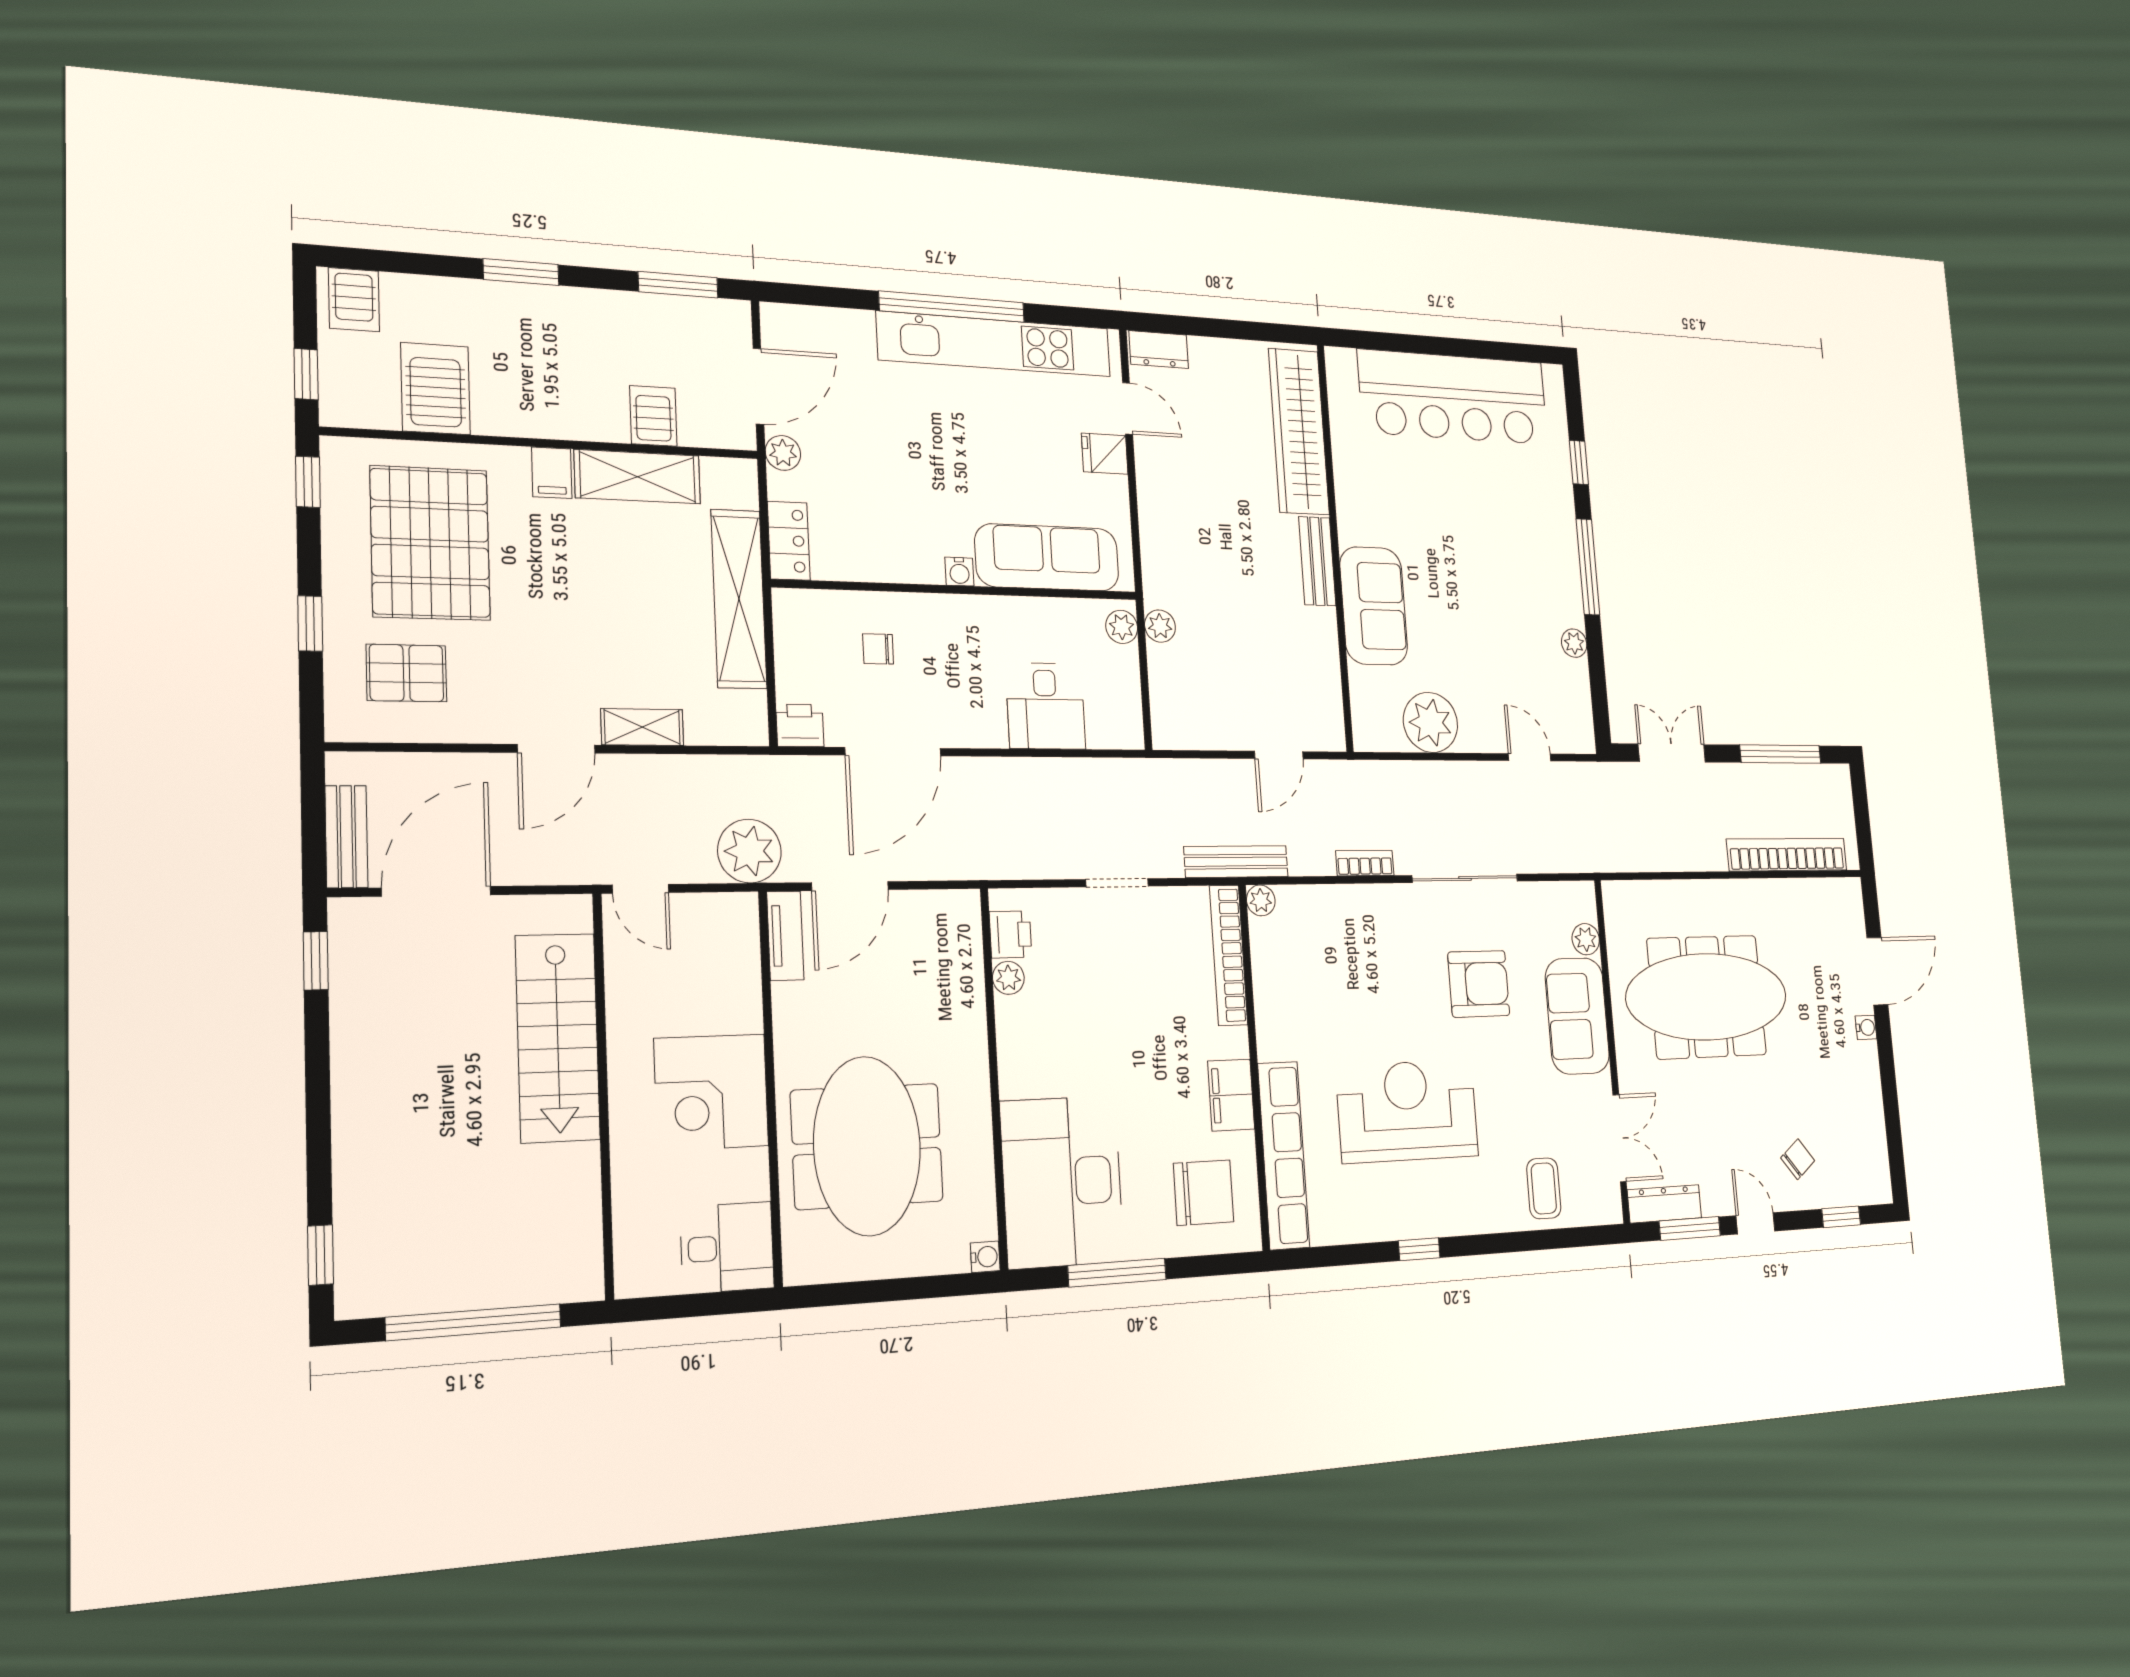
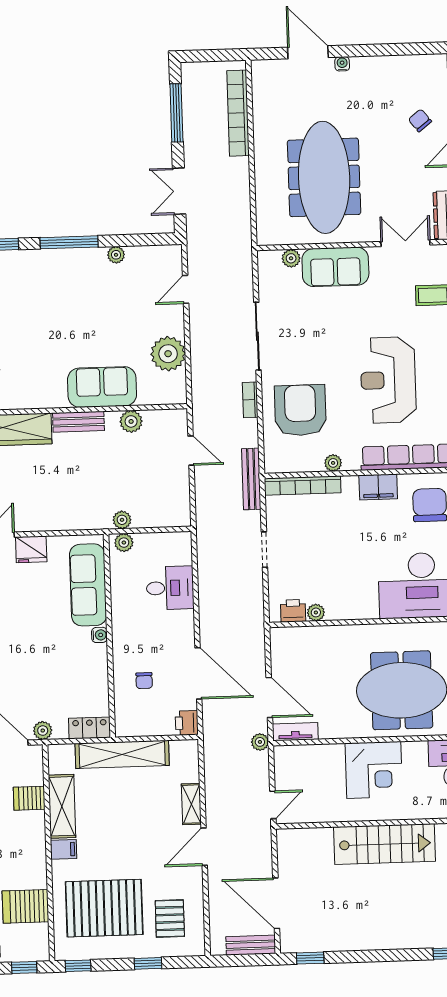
fridge: (1105, 454) -> (31, 549), width x1.38
plant: (1321, 652) -> (131, 421), added
door: (556, 749) -> (204, 847), swing flipped
plant: (749, 851) -> (260, 742), width x0.53, depth x0.53
plant: (1261, 900) -> (333, 463), moved
armchair: (1479, 984) -> (300, 410), moved, width x1.36, depth x1.36
stairs: (558, 1037) -> (385, 844), moved

